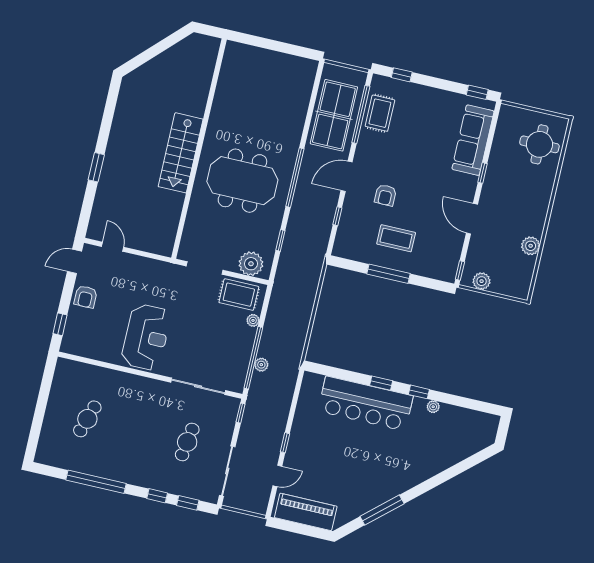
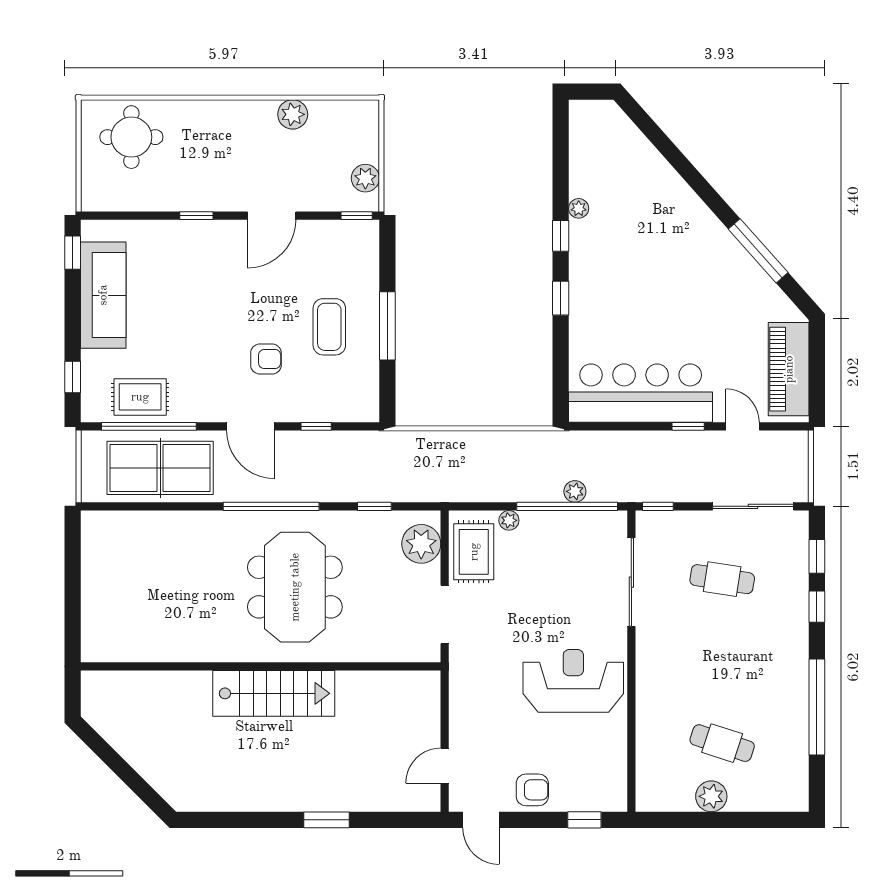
sofa: (473, 140) -> (103, 295), moved, turned -90
bar counter: (366, 404) -> (641, 393), moved, turned -90
plant: (56, 405) -> (711, 796), added

